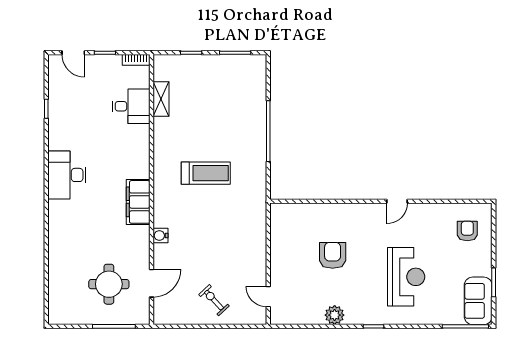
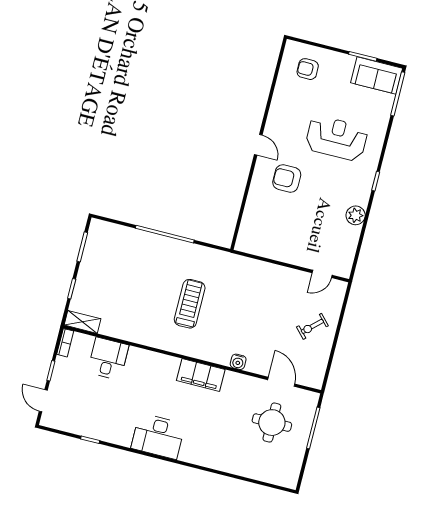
door: (73, 53) -> (43, 401), swing flipped
shelving: (161, 99) -> (82, 322), moved
door: (397, 201) -> (258, 145), moved
armchair: (333, 255) -> (287, 178), moved

